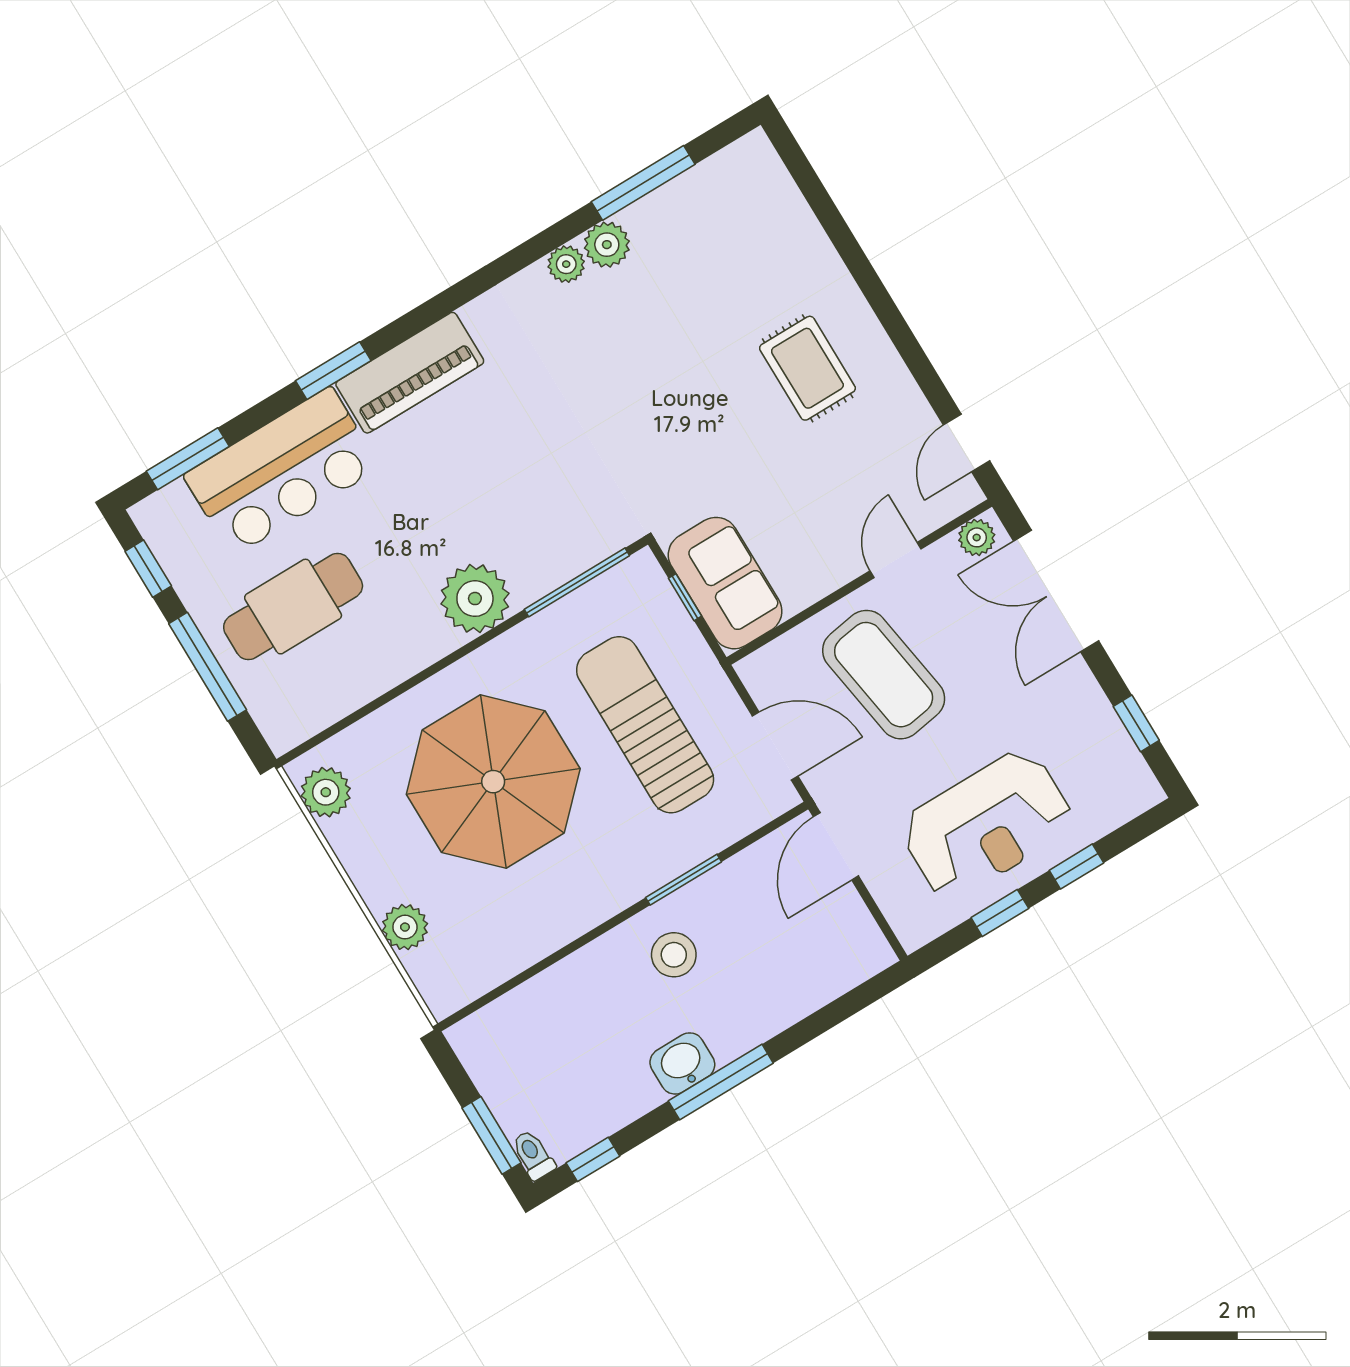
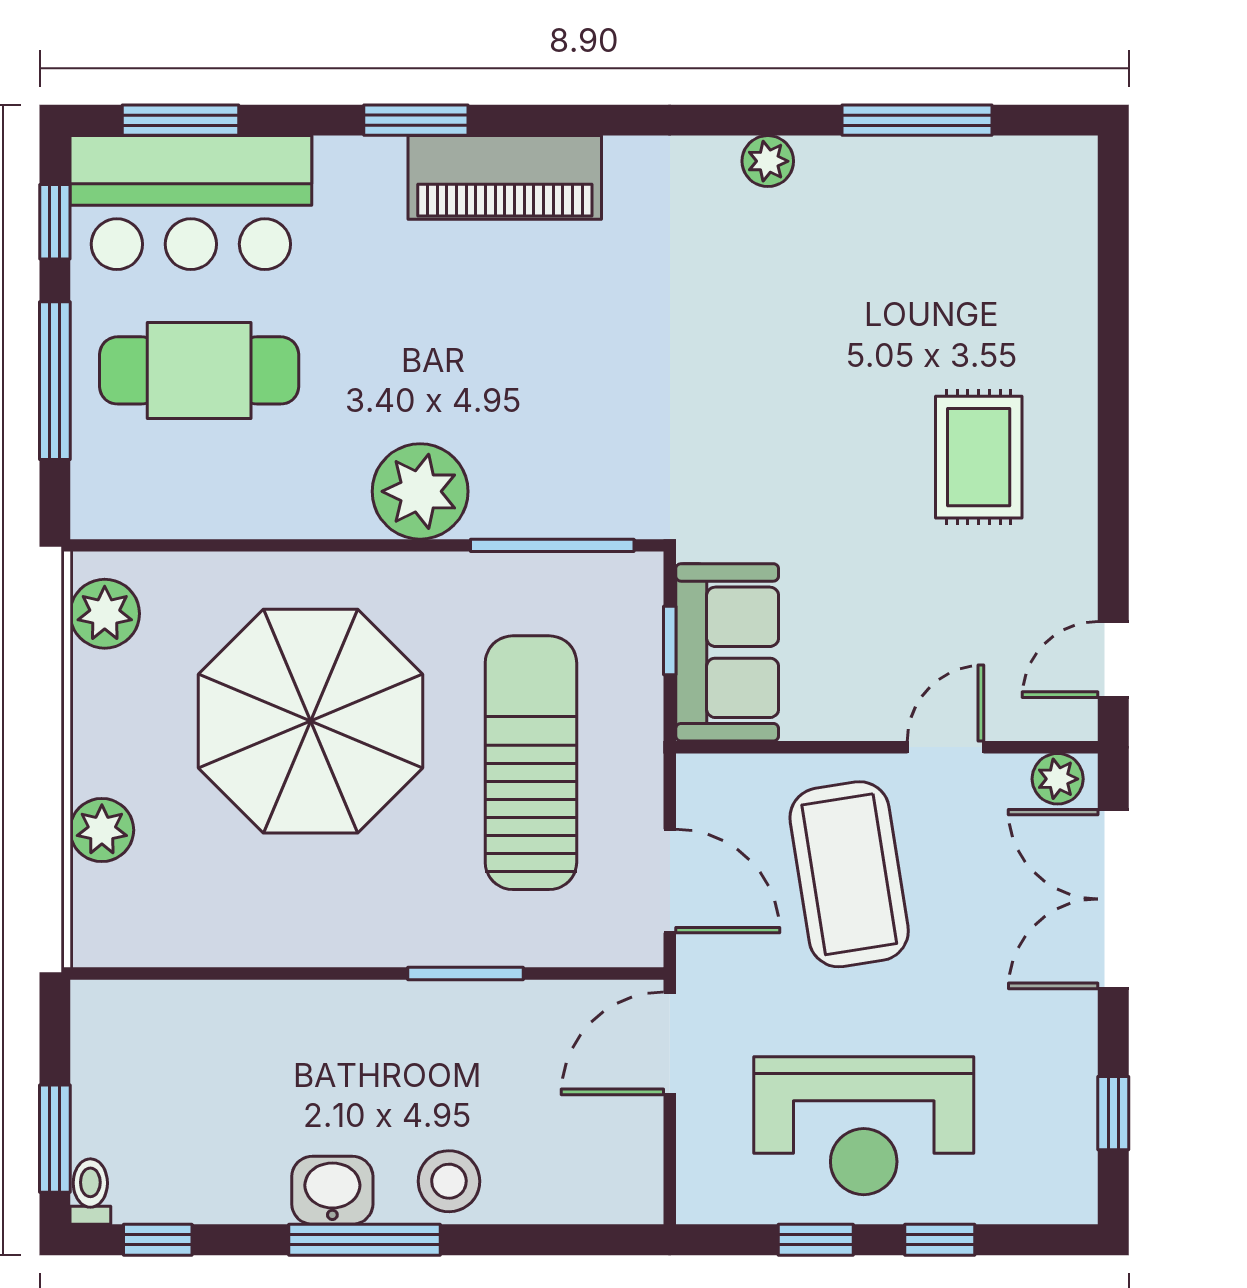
plant: (607, 245) -> (830, 167), removed
bar counter: (282, 471) -> (191, 203), moved
stool: (674, 955) -> (449, 1181), moved

